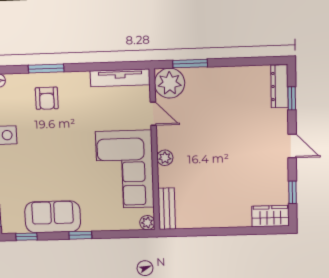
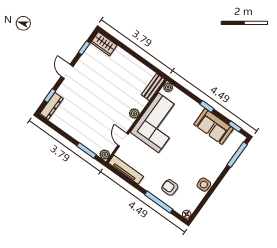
window: (46, 68) -> (159, 202), width x1.44
plant: (170, 83) -> (105, 155), width x0.53, depth x0.53
armchair: (47, 98) -> (170, 187), turned -90

